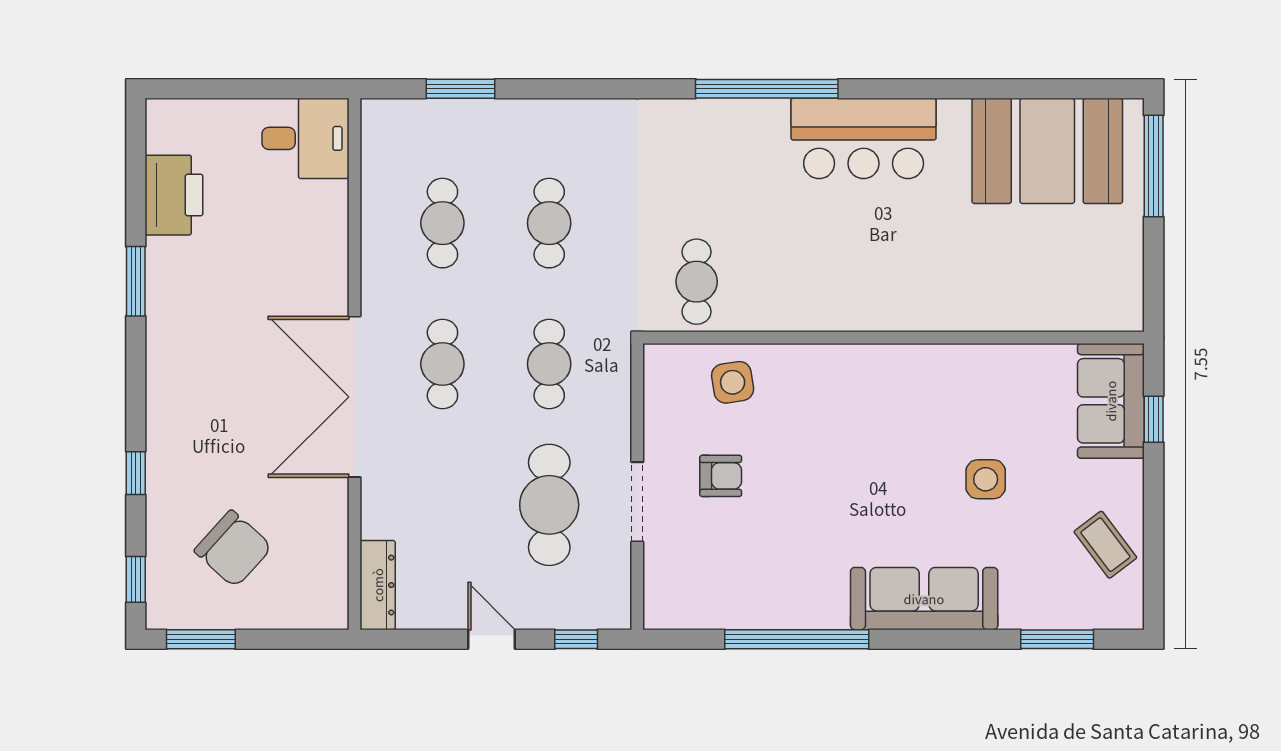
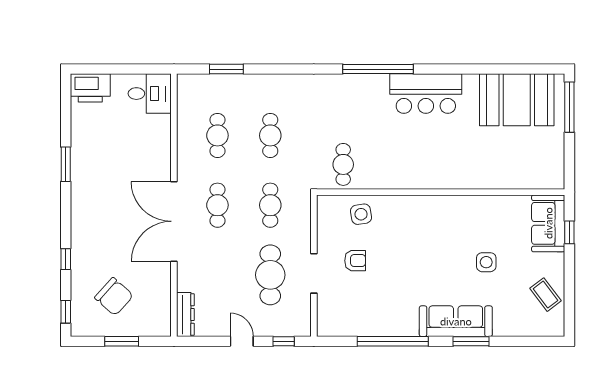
printer: (174, 195) -> (90, 88), moved, turned 90
window: (201, 639) -> (122, 341), moved
window: (1057, 639) -> (471, 341), moved

